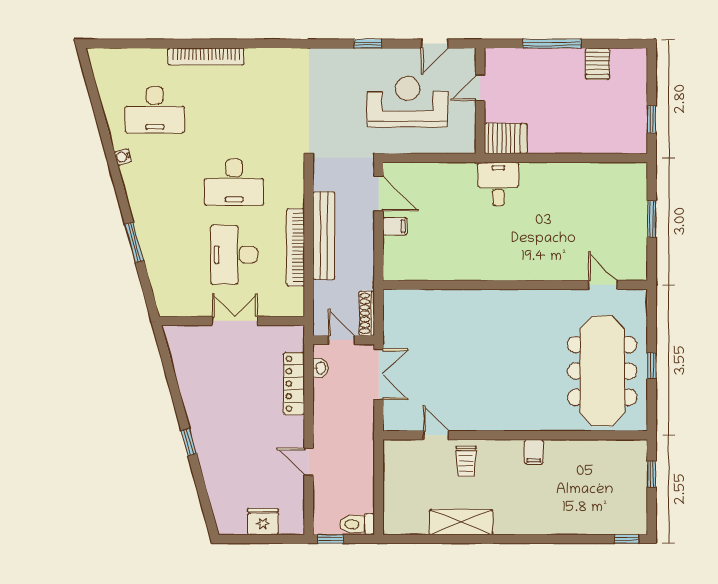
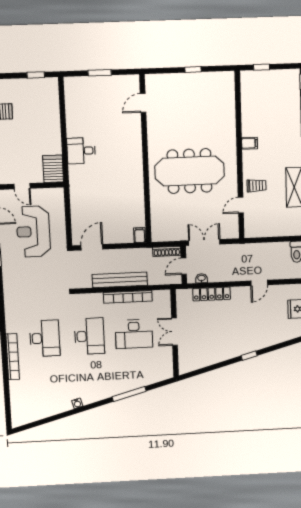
desk: (155, 110) -> (45, 338), moved
desk: (498, 184) -> (81, 151), moved
filing cabinet: (395, 226) -> (140, 235), moved
window: (134, 243) -> (129, 394), width x1.44
meeting table: (602, 371) -> (190, 171), moved

